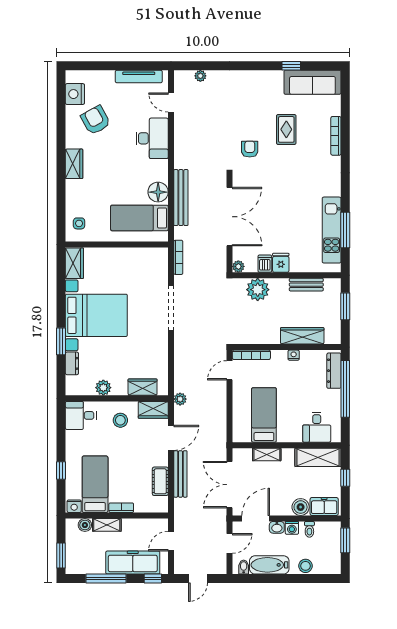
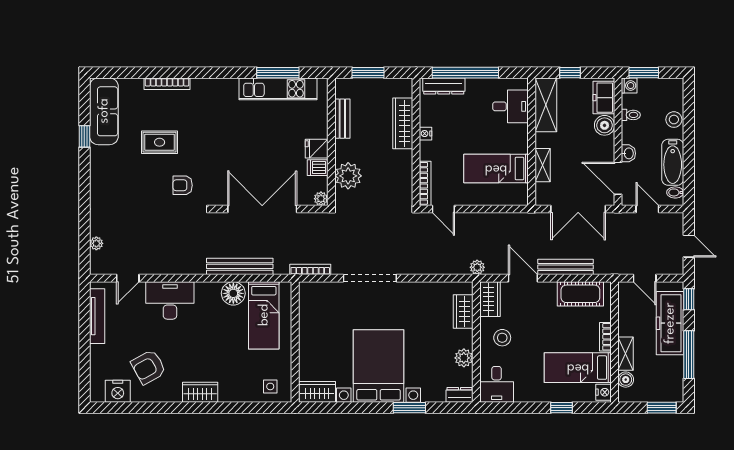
dresser: (72, 363) -> (459, 395), moved
cot: (160, 481) -> (580, 294), width x1.37, depth x1.34
washing machine: (292, 528) -> (629, 86), moved

